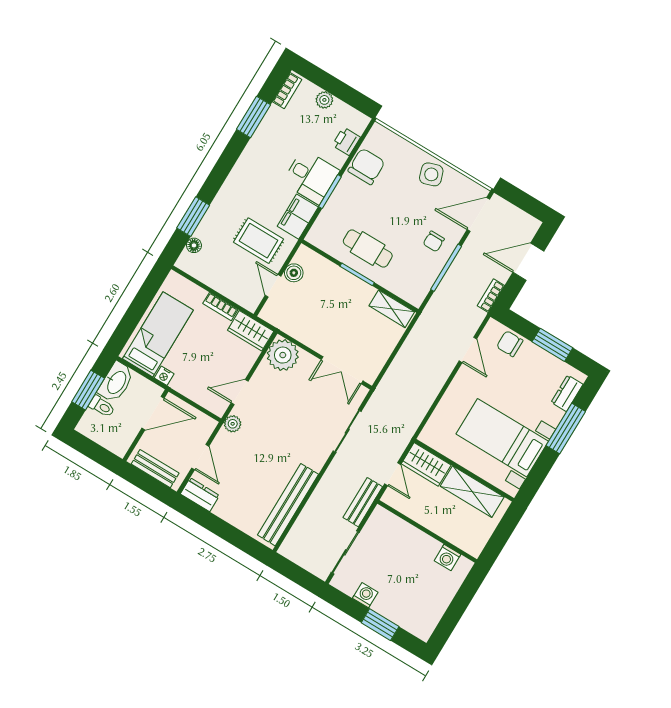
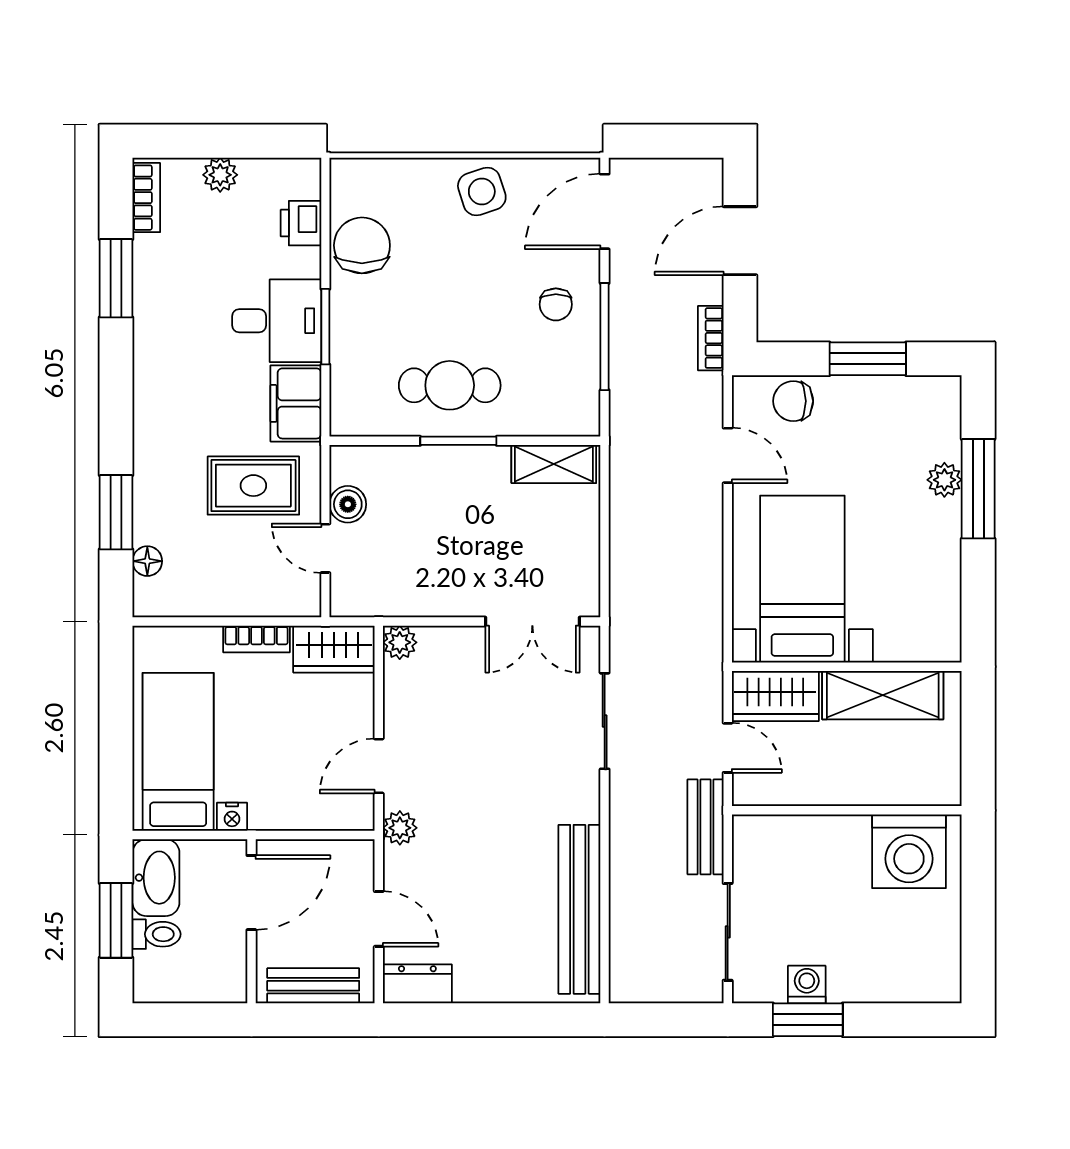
plant: (283, 355) -> (400, 642), width x0.53, depth x0.53
dresser: (567, 393) -> (943, 427), removed
plant: (554, 416) -> (944, 480), added
bed with nightstands: (502, 438) -> (802, 579), moved, turned 90
washing machine: (447, 557) -> (909, 851), width x1.89, depth x1.89
window: (380, 625) -> (808, 1020), moved

